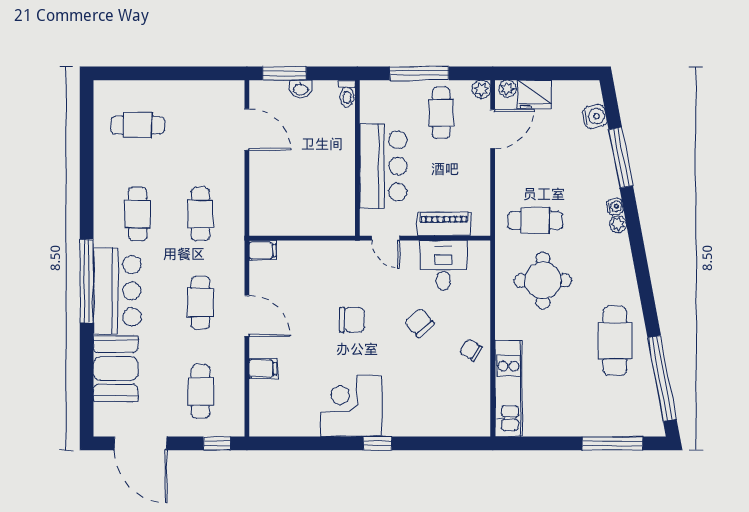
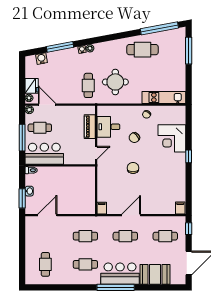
bar counter: (383, 166) -> (44, 154), moved
filing cabinet: (263, 369) -> (180, 208), moved
corner desk: (351, 406) -> (172, 138), moved

